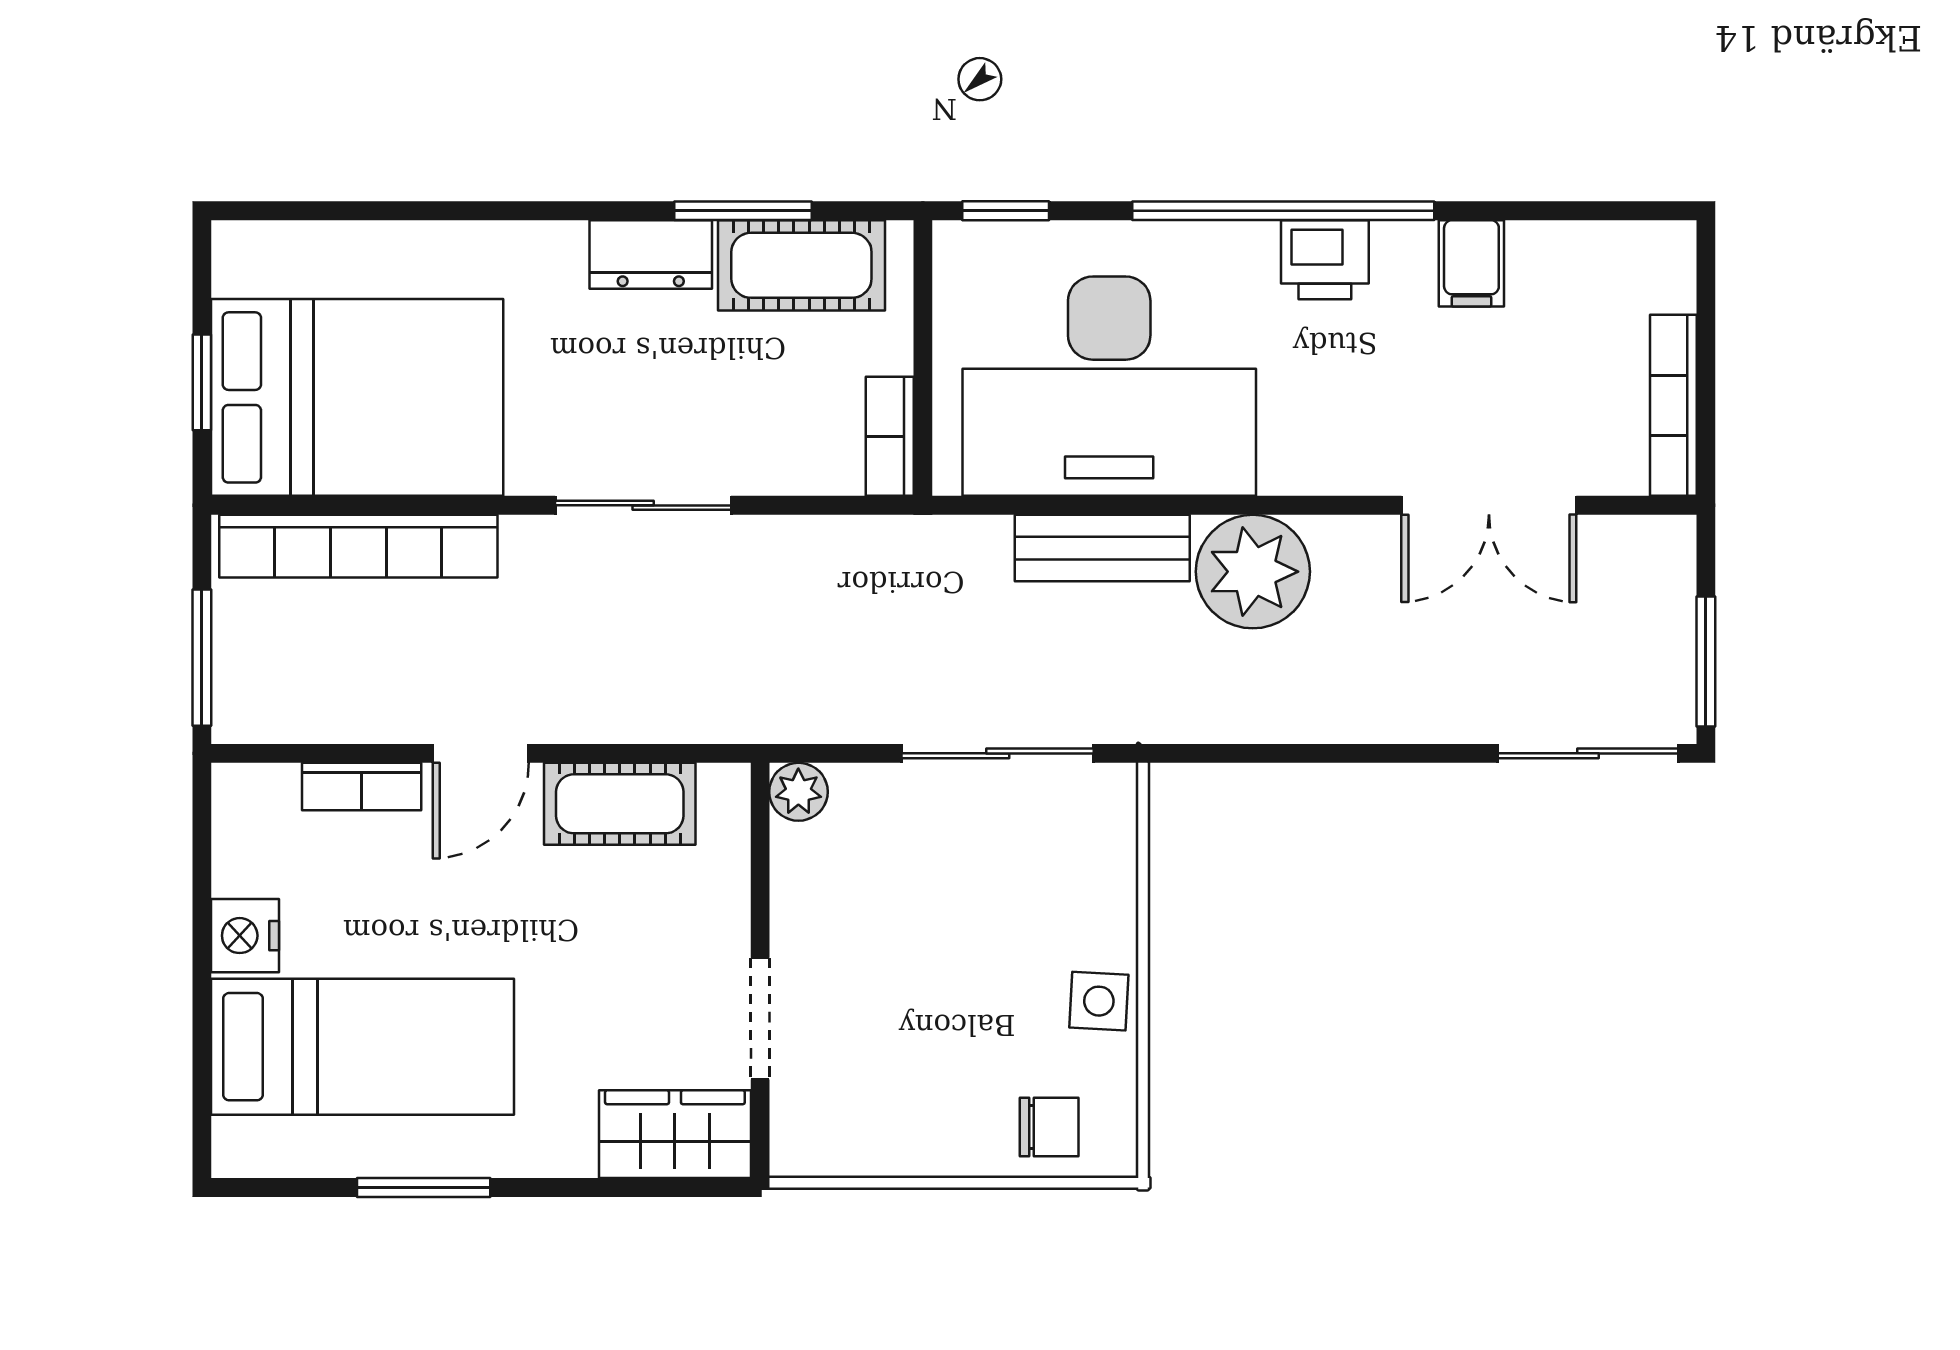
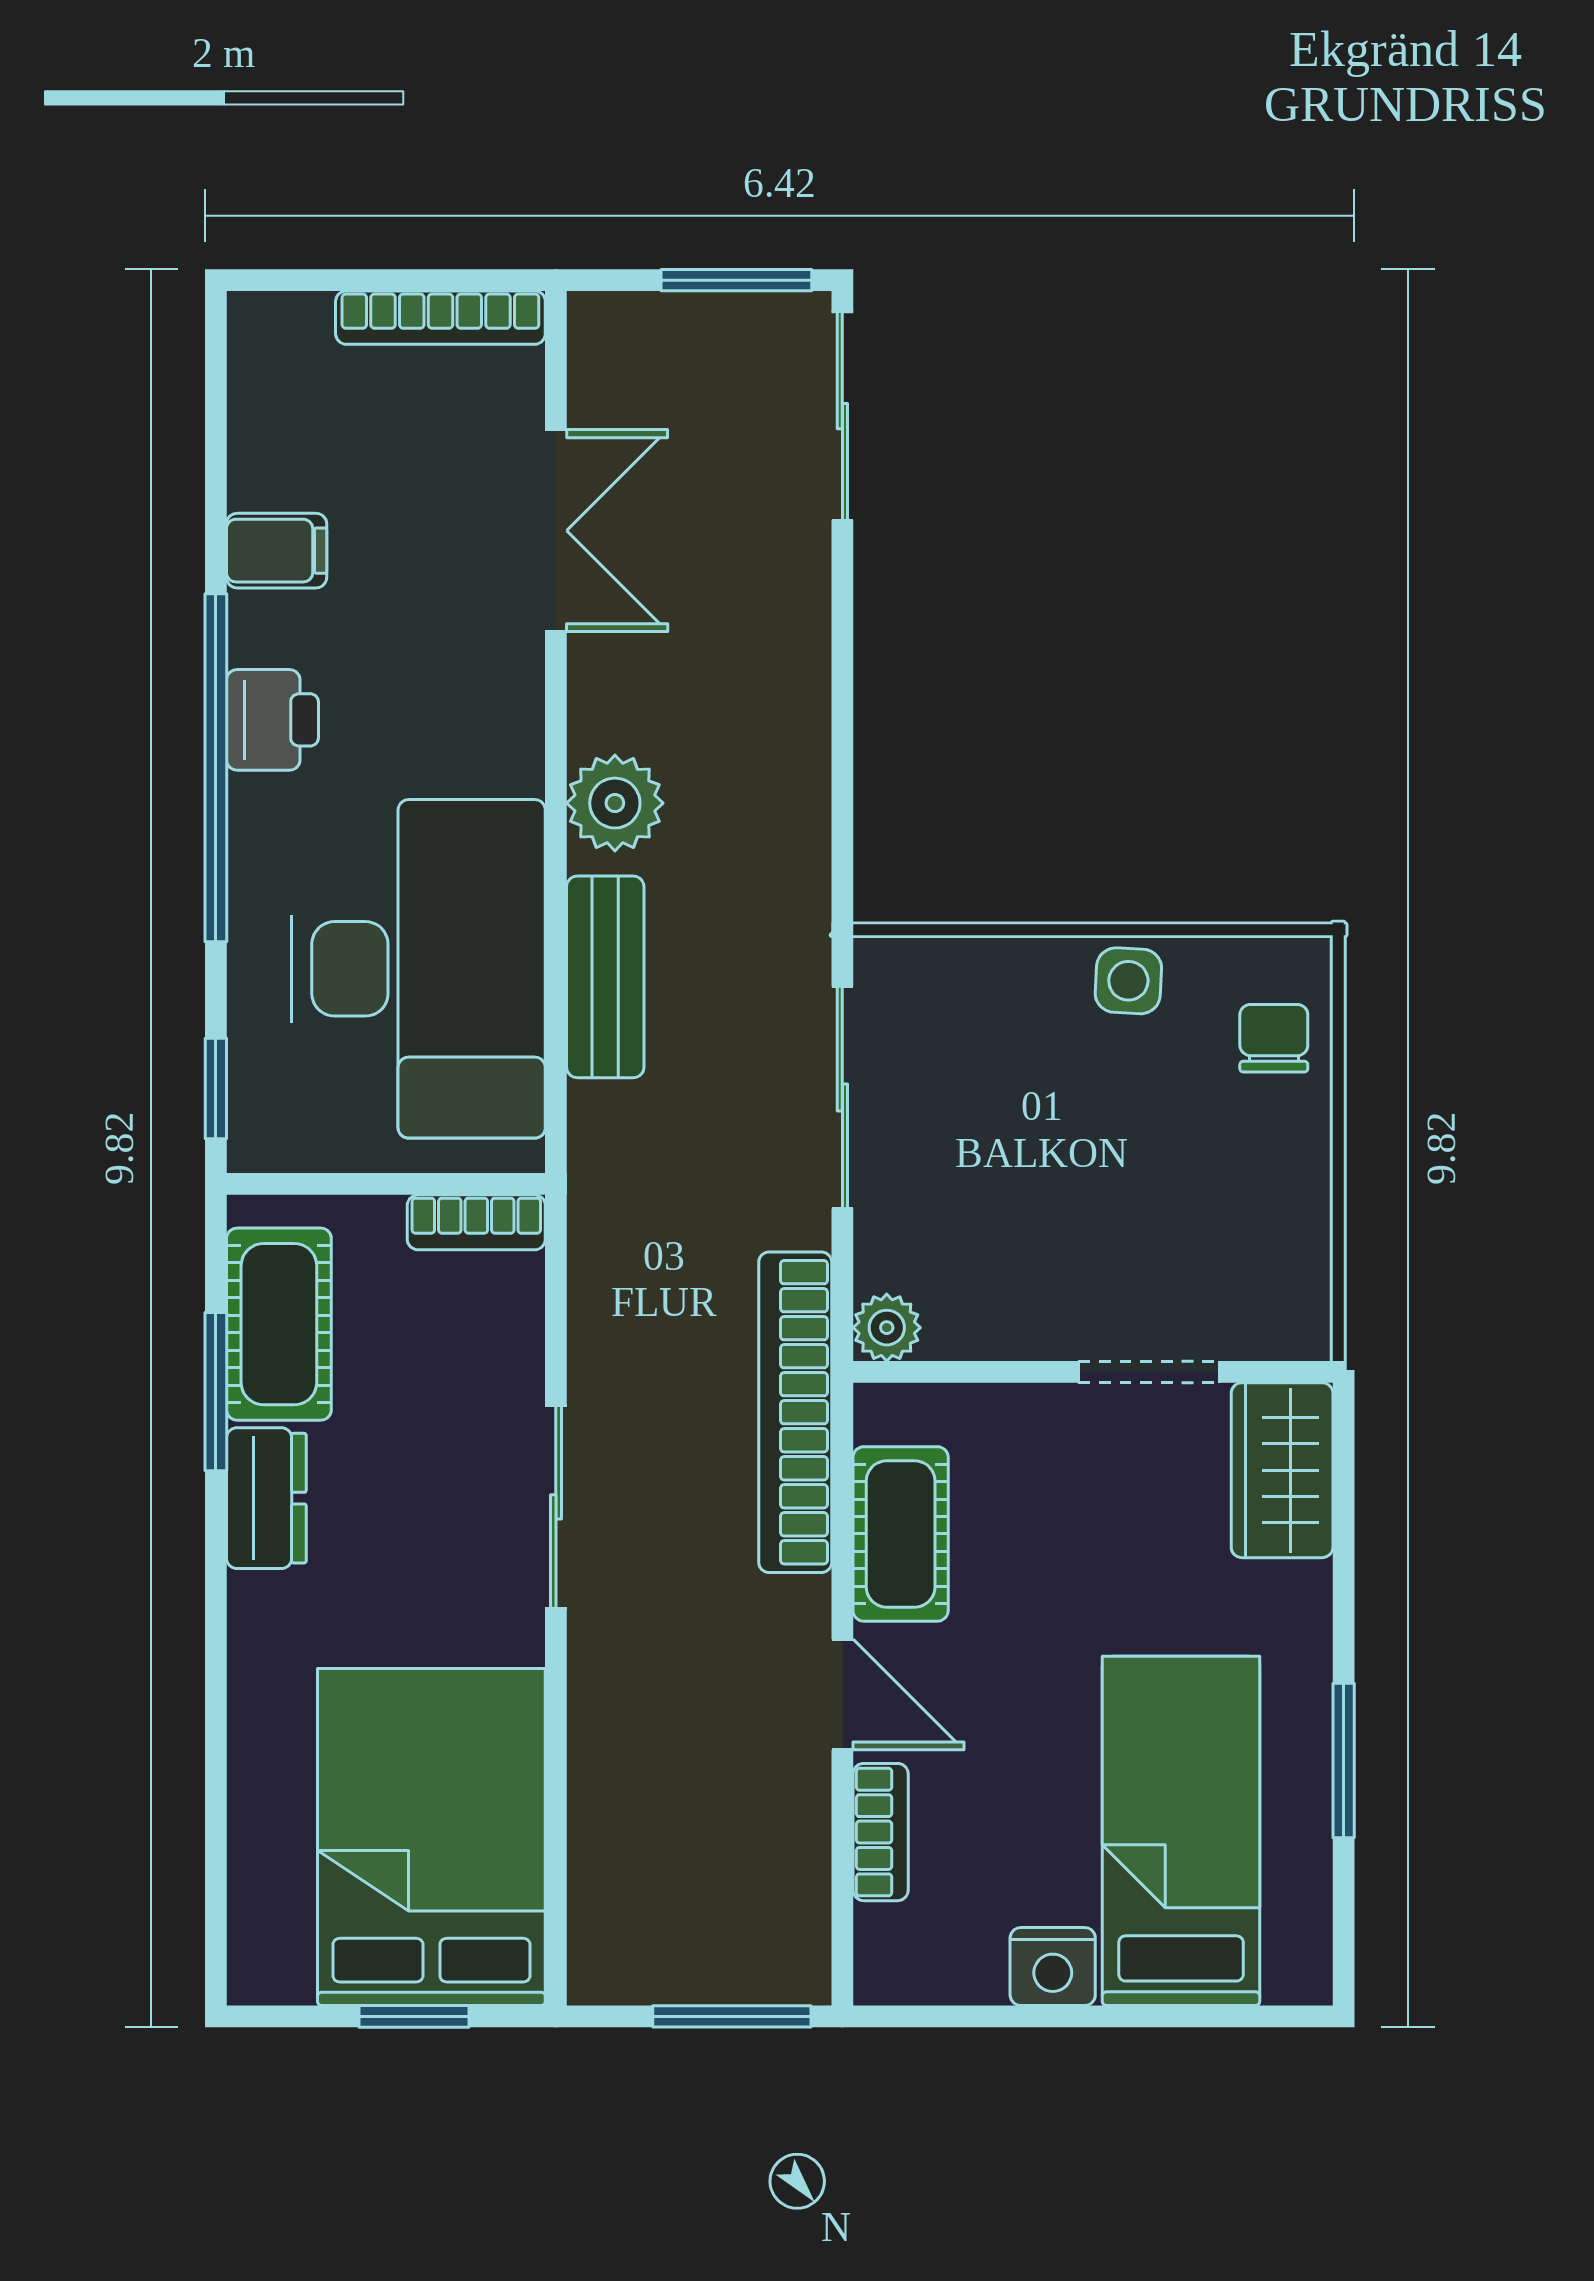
bookcase: (358, 546) -> (795, 1412), moved, turned 180
plant: (1253, 572) -> (615, 803), width x0.73, depth x0.73

